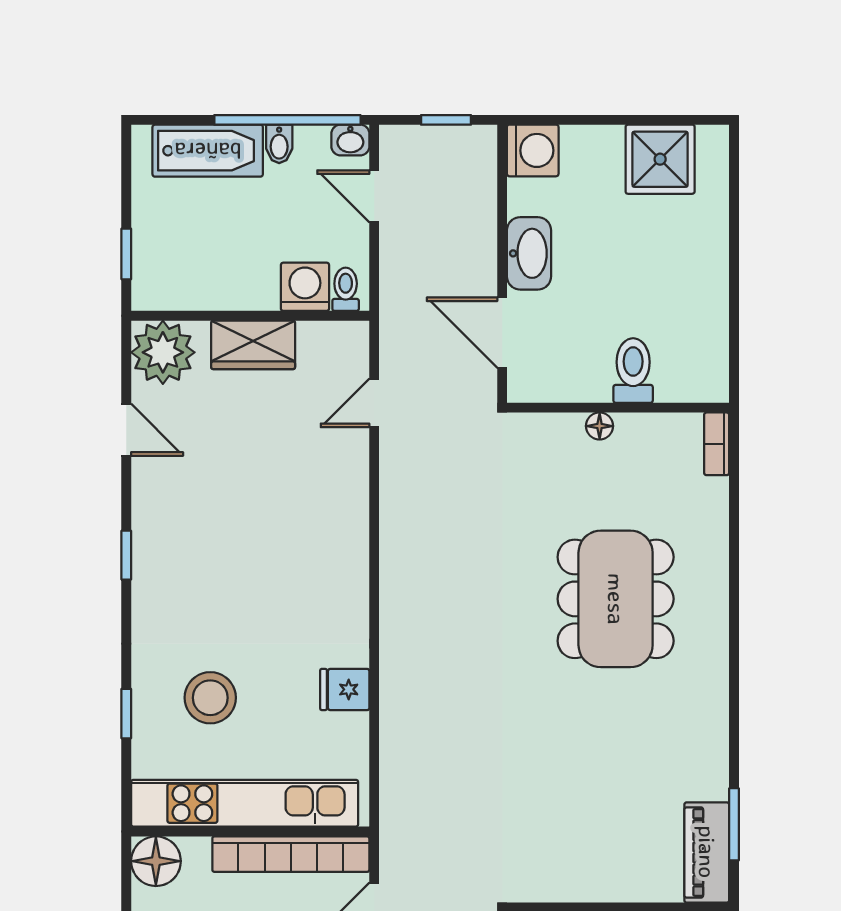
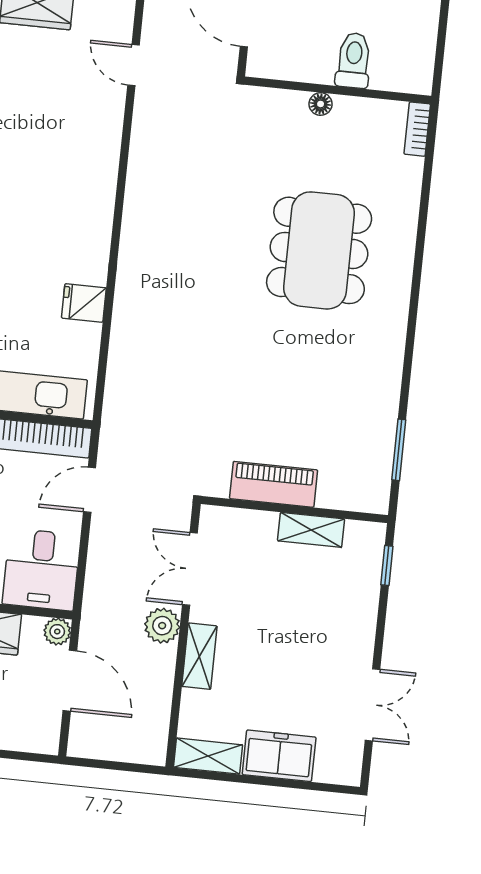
door: (374, 403) -> (133, 65), hinge flipped
piano: (707, 852) -> (274, 484), moved, turned 90

